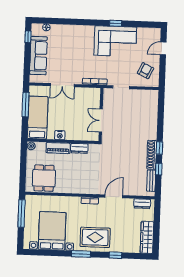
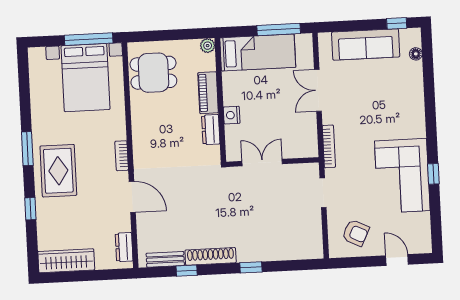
nightstand: (60, 135) -> (232, 115), moved
window: (159, 148) -> (251, 267), moved
bed with nightstands: (52, 231) -> (86, 78), moved, turned 90

